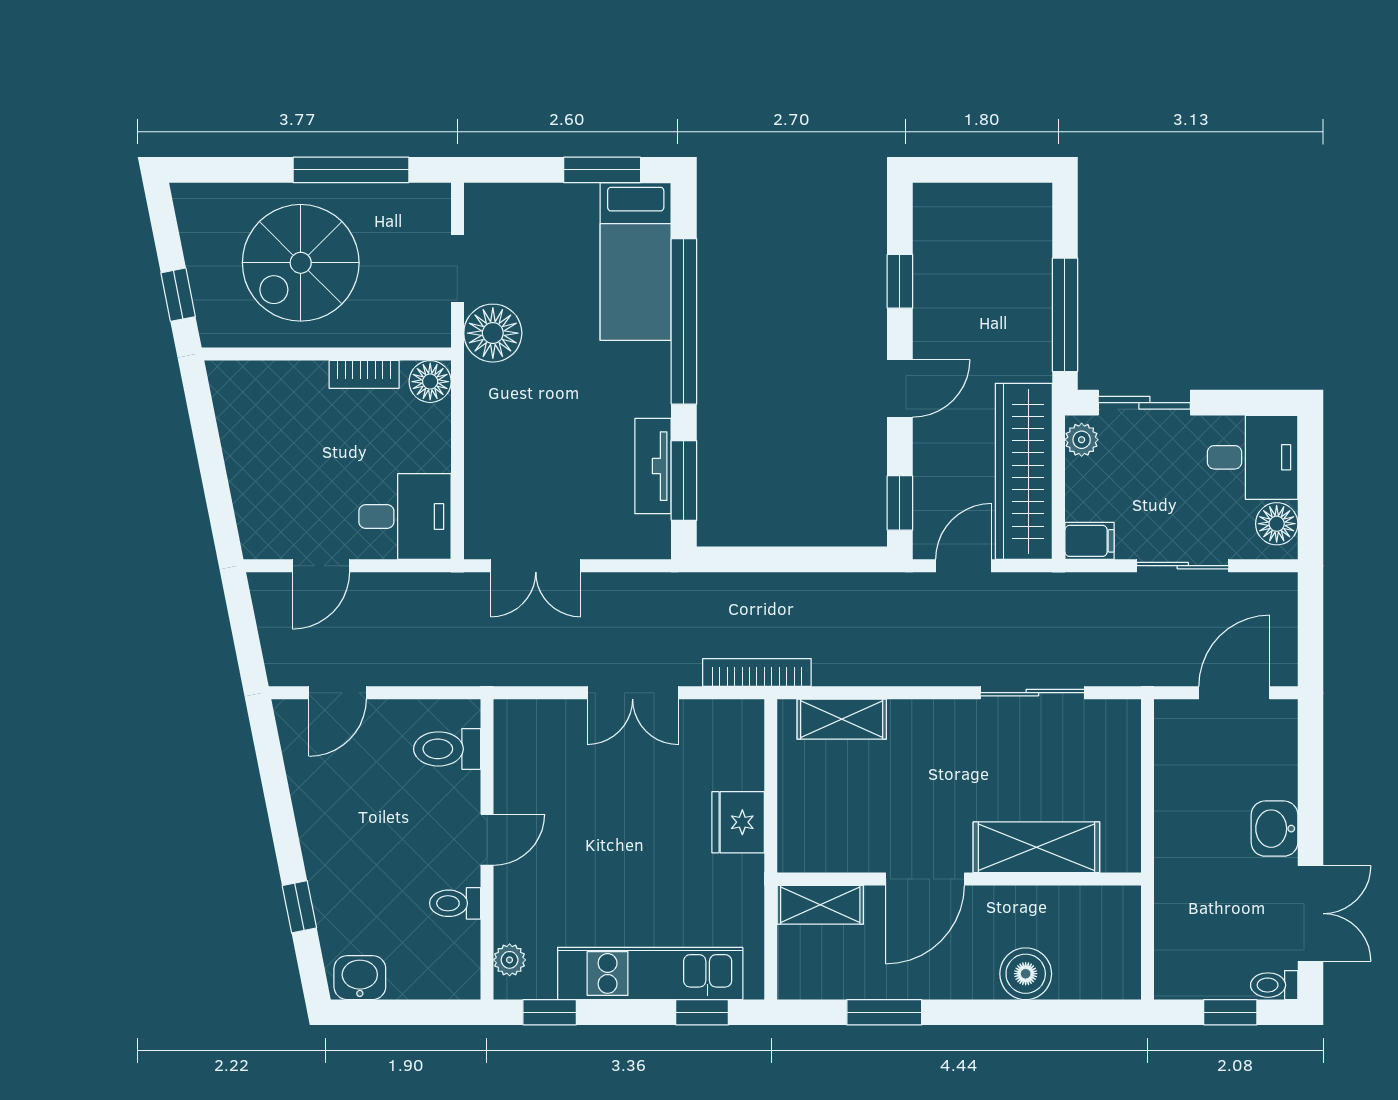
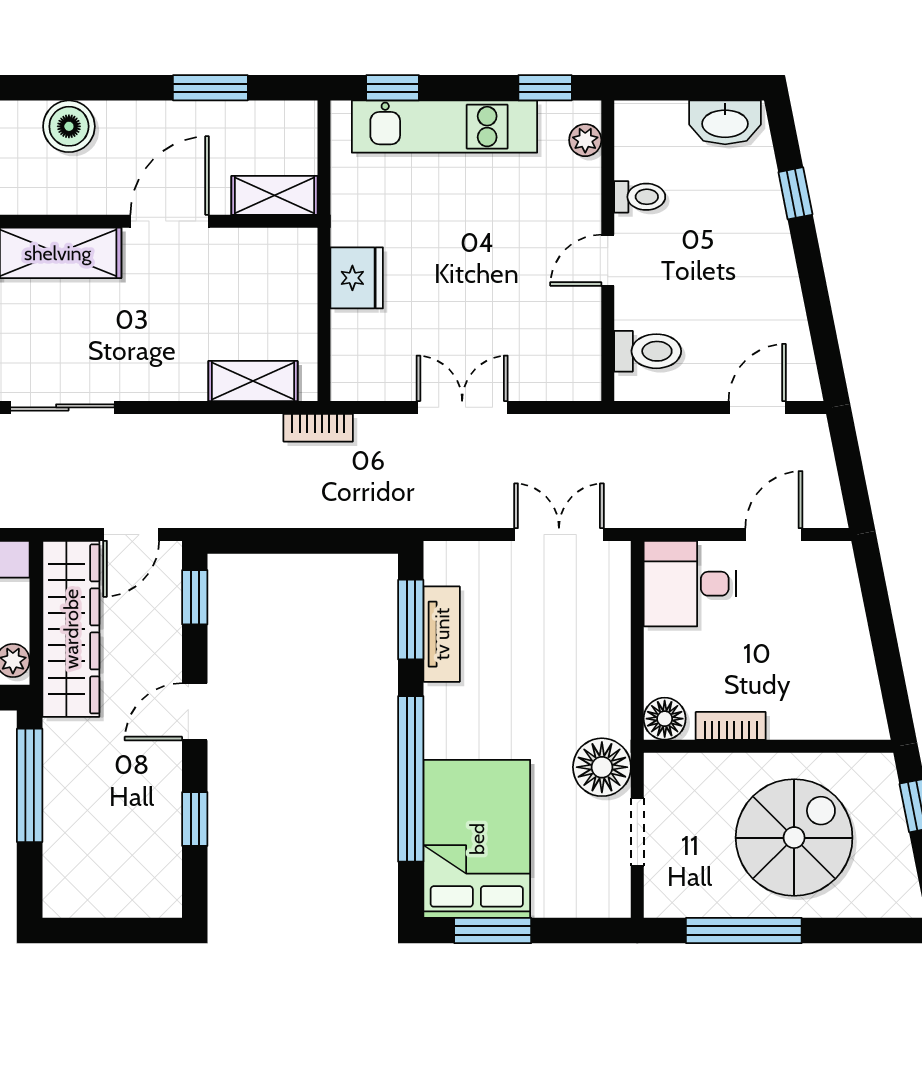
bed: (636, 261) -> (477, 839), width x1.50
bookcase: (757, 672) -> (318, 428), width x0.64
washbasin: (360, 978) -> (725, 122), width x1.38

